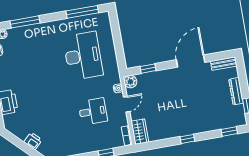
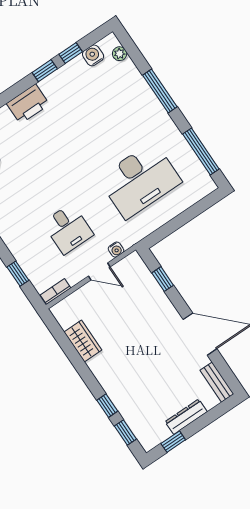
window: (25, 22) -> (160, 91), moved
plant: (130, 82) -> (133, 263), removed
wardrobe: (140, 132) -> (83, 341), moved, turned -90
window: (187, 139) -> (107, 406), moved

